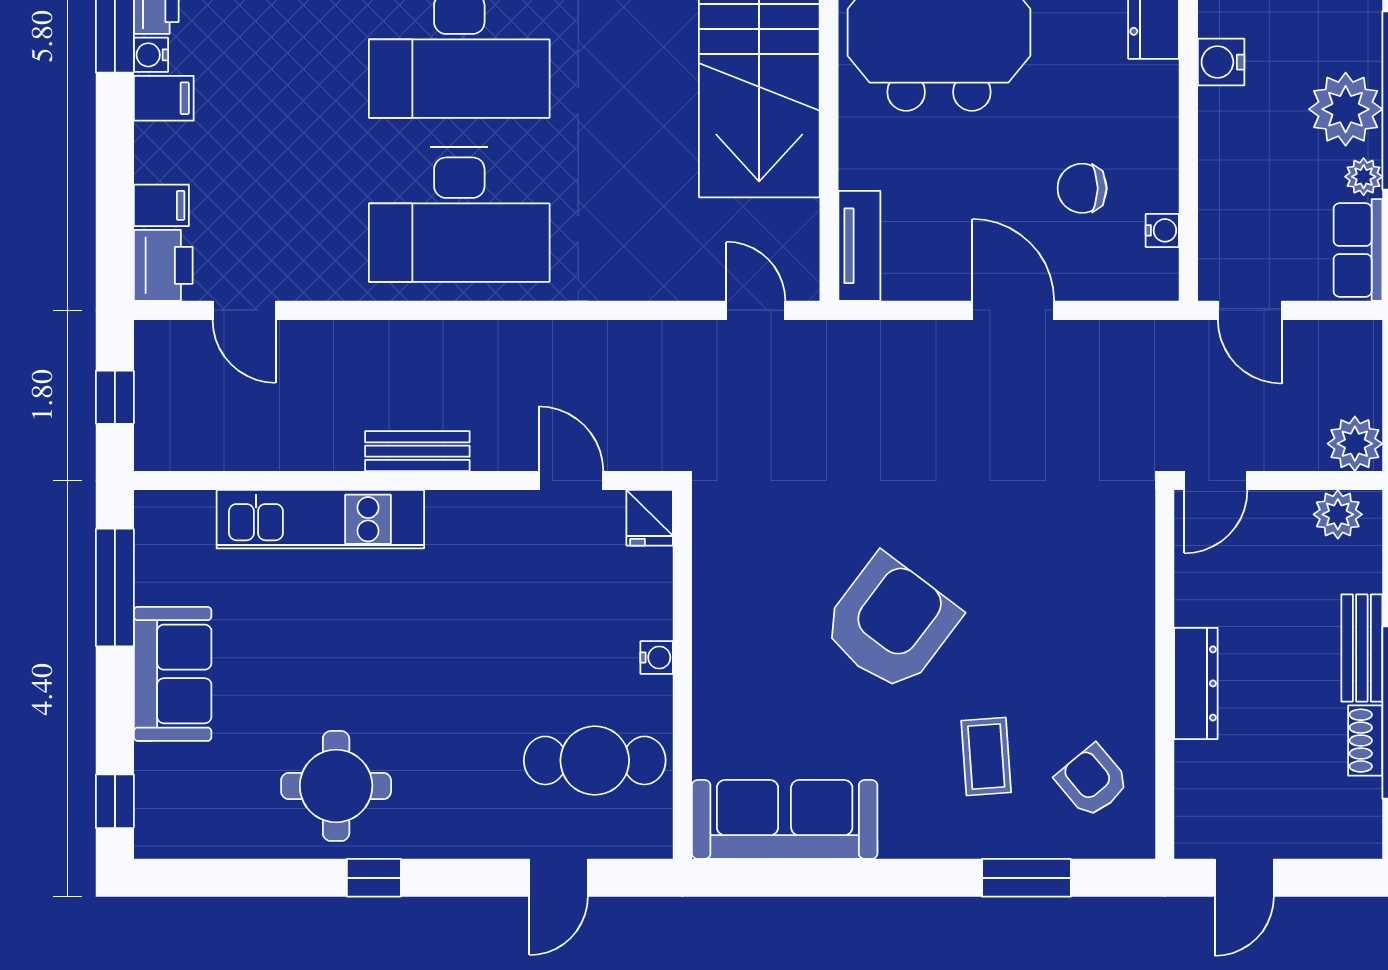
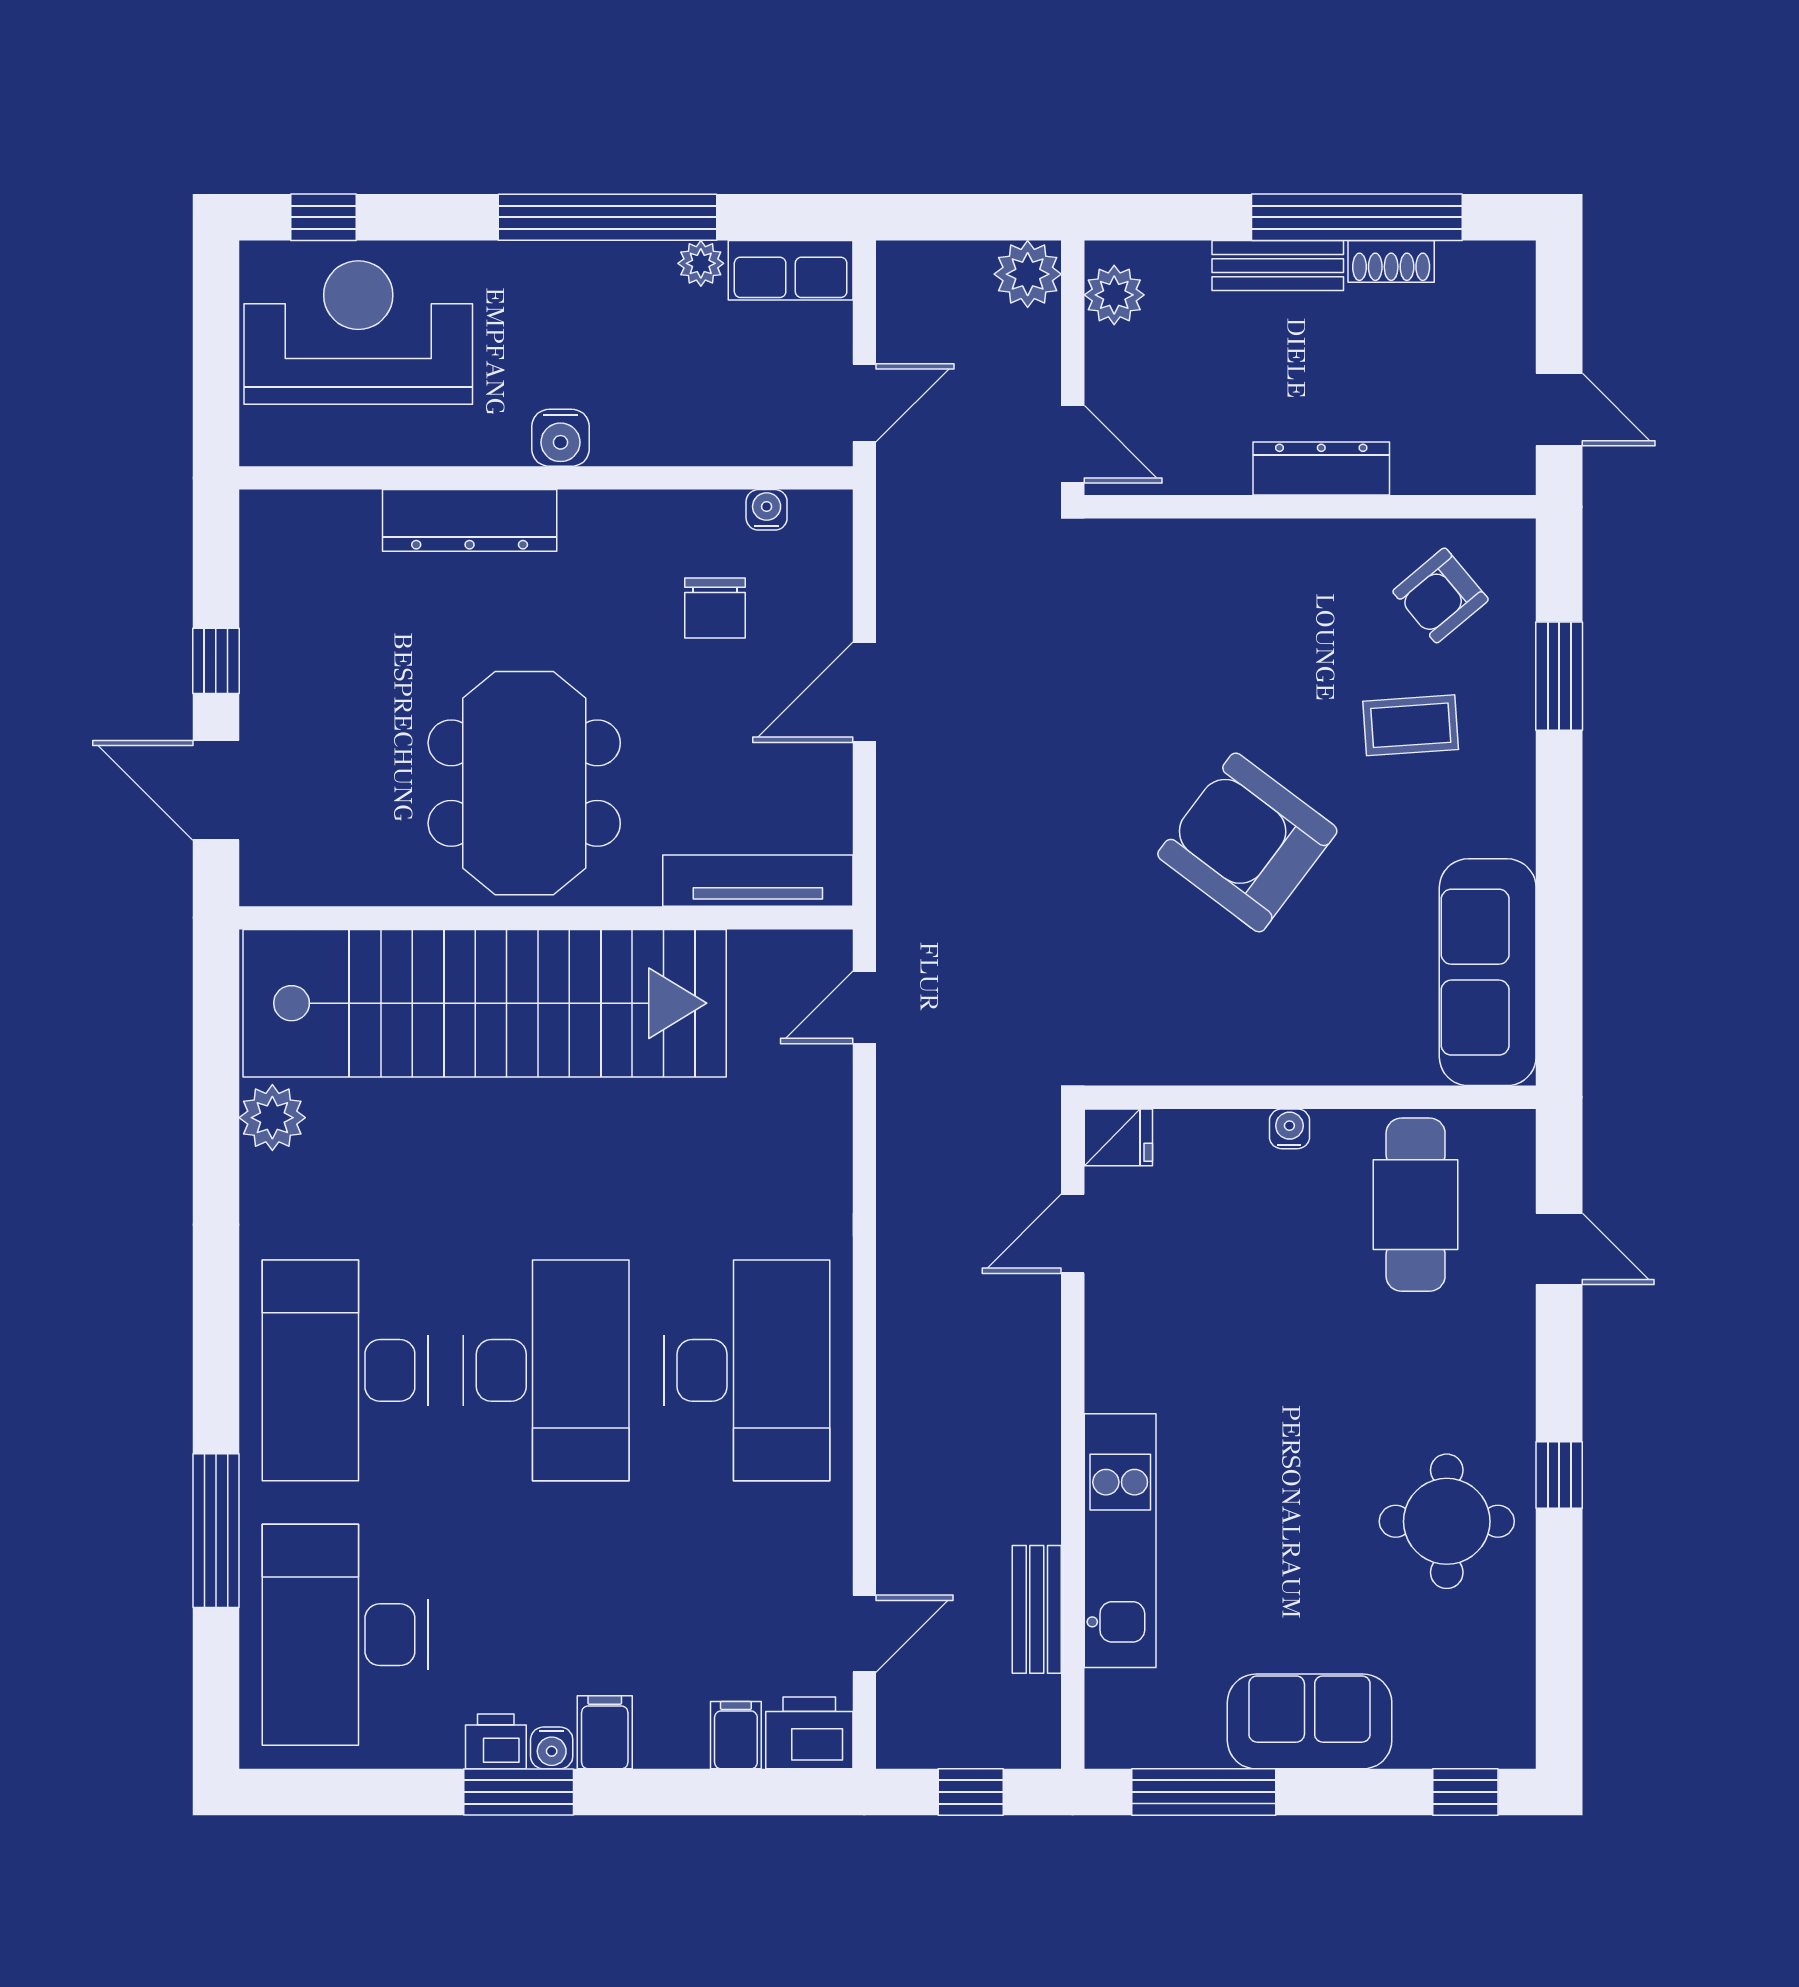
plant: (1346, 109) -> (618, 285), removed
tv unit: (859, 246) -> (758, 881), width x1.41
bench: (417, 451) -> (1037, 1609), moved

